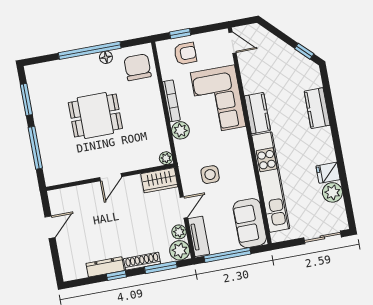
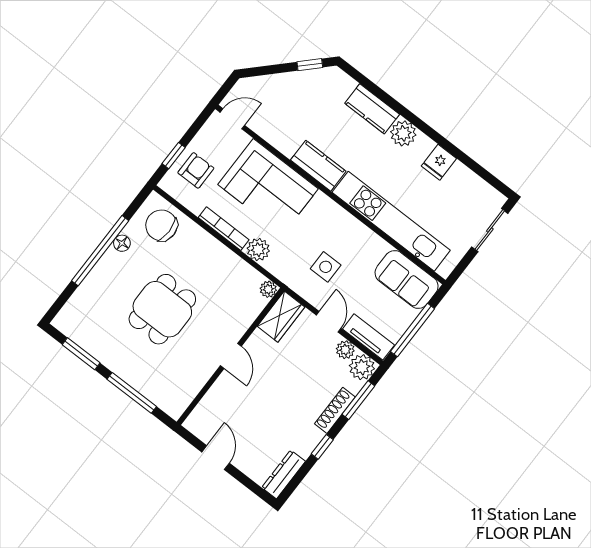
plant: (332, 192) -> (403, 133), moved
dresser: (105, 267) -> (284, 474), moved

